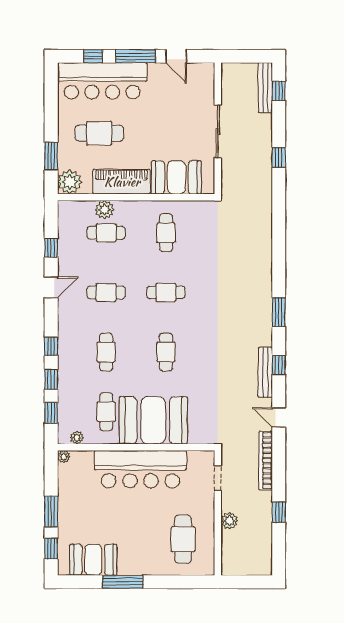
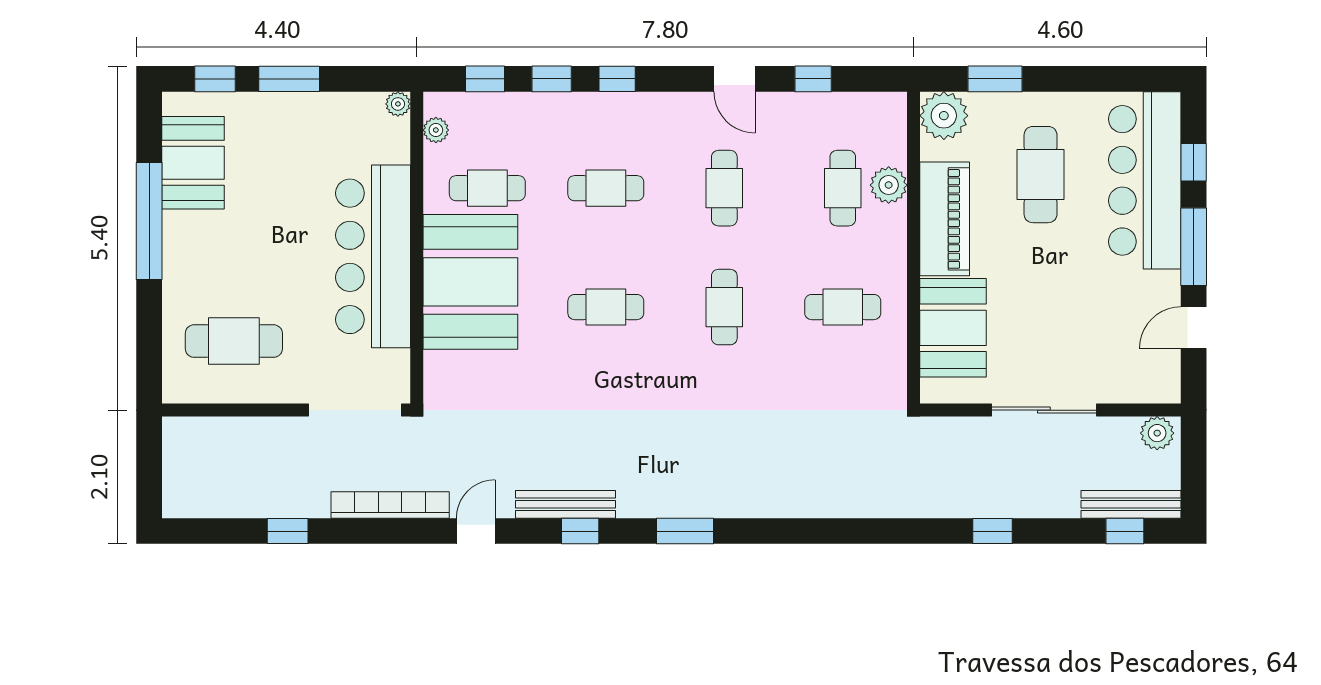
doorway: (218, 478) -> (355, 410), width x1.87
plant: (229, 521) -> (1157, 433), moved
window: (123, 582) -> (149, 221), width x1.46

